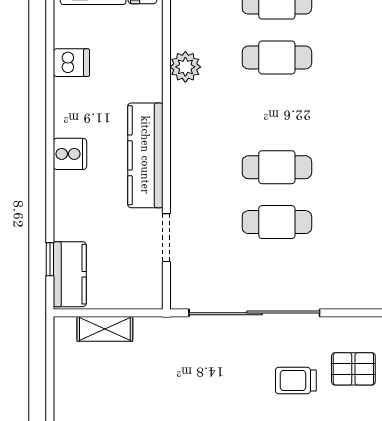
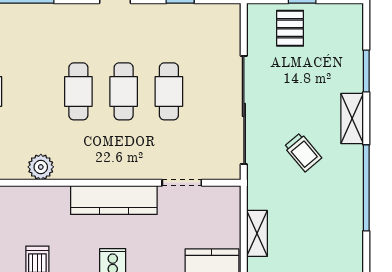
cafe table: (277, 57) -> (78, 91), moved
trolley: (296, 381) -> (303, 152), moved, turned -40

